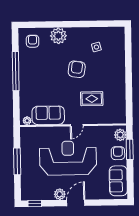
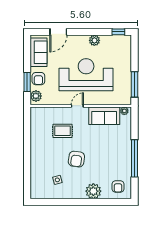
reception desk: (68, 158) -> (86, 75), turned 180
window: (17, 161) -> (134, 84), moved
door: (76, 203) -> (58, 32), moved

